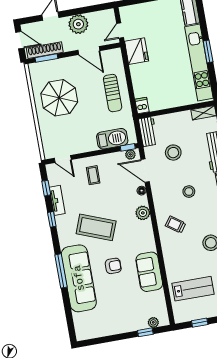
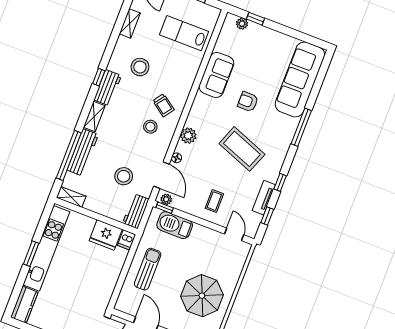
fridge: (137, 51) -> (106, 235), moved, turned -90
stool: (189, 192) -> (150, 127), moved
sofa: (79, 278) -> (300, 79), moved

